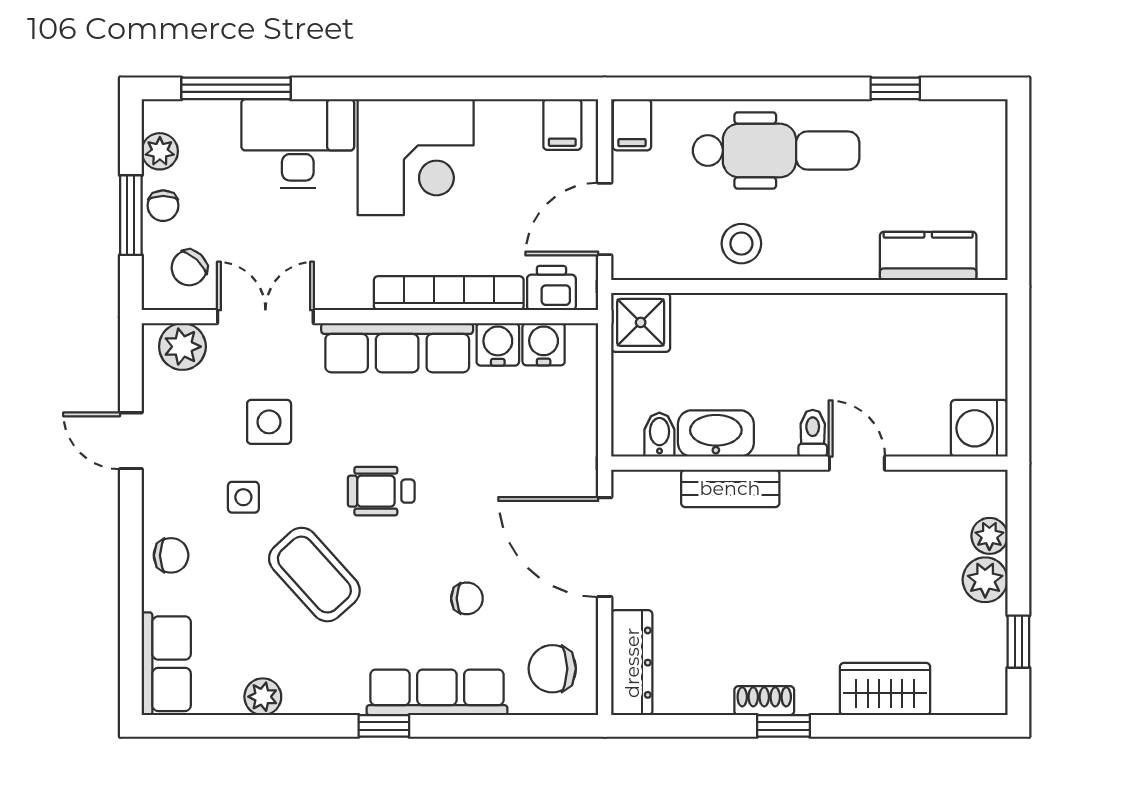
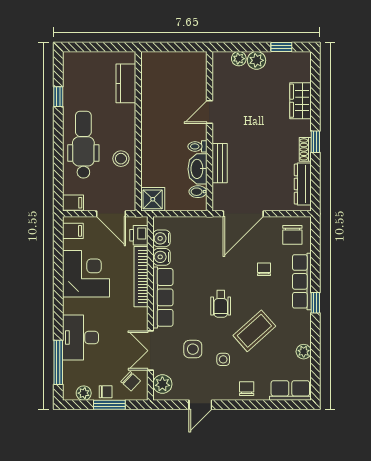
corner desk: (416, 157) -> (86, 274), moved
washing machine: (979, 428) -> (195, 63), removed
toilet: (813, 433) -> (197, 146), moved
dresser: (632, 663) -> (303, 184), moved, turned -90

